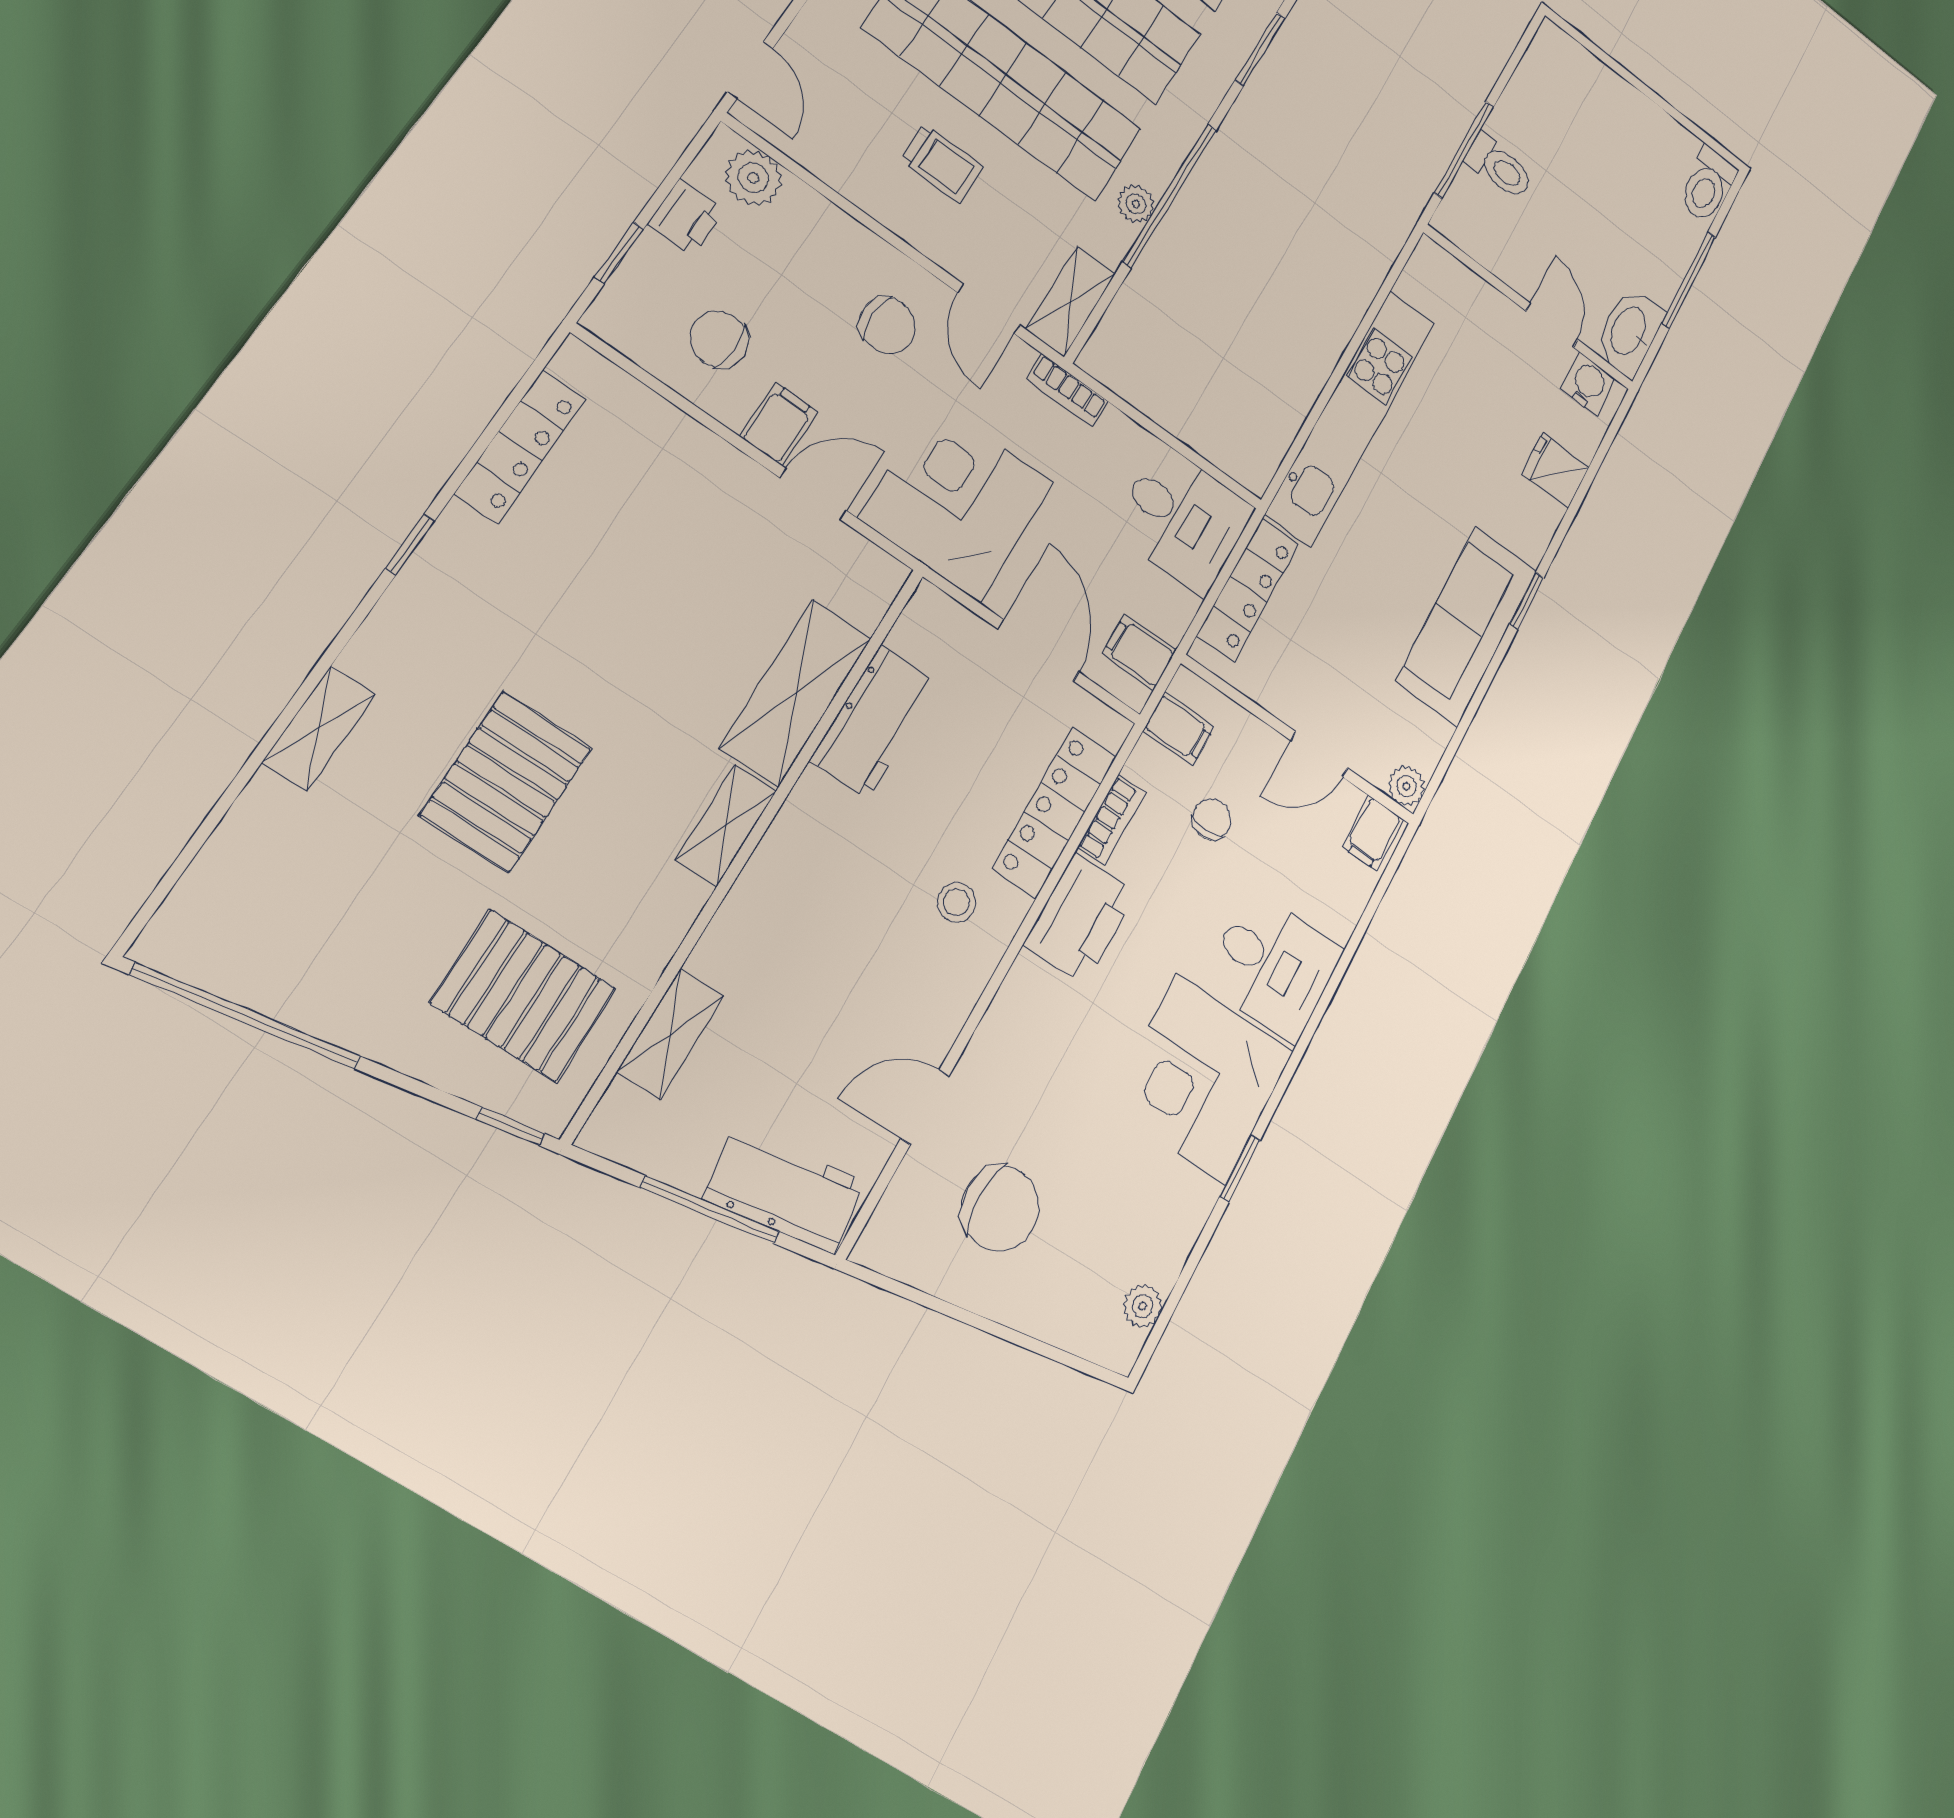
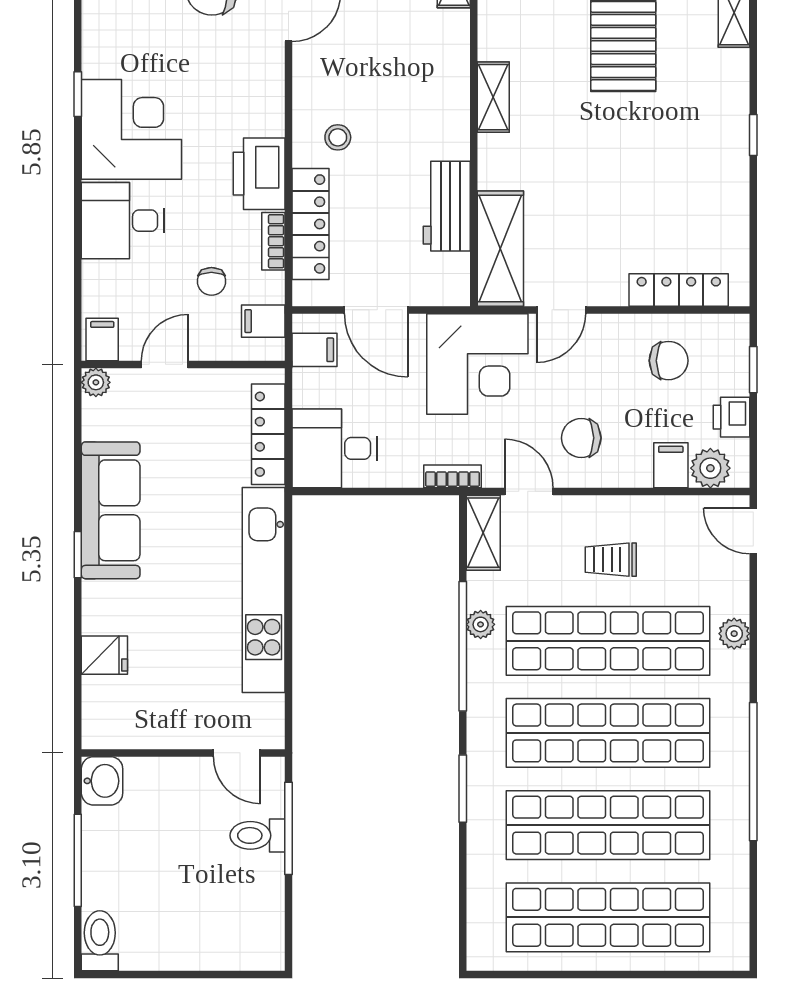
door: (1552, 325) -> (237, 753), moved
washbasin: (1630, 332) -> (102, 781), width x0.72
water cooler: (1588, 384) -> (113, 731), removed
filing cabinet: (779, 424) -> (671, 465), moved, turned 180
locker: (520, 446) -> (679, 290), moved, turned 90
shelving: (796, 693) -> (500, 249), moved

